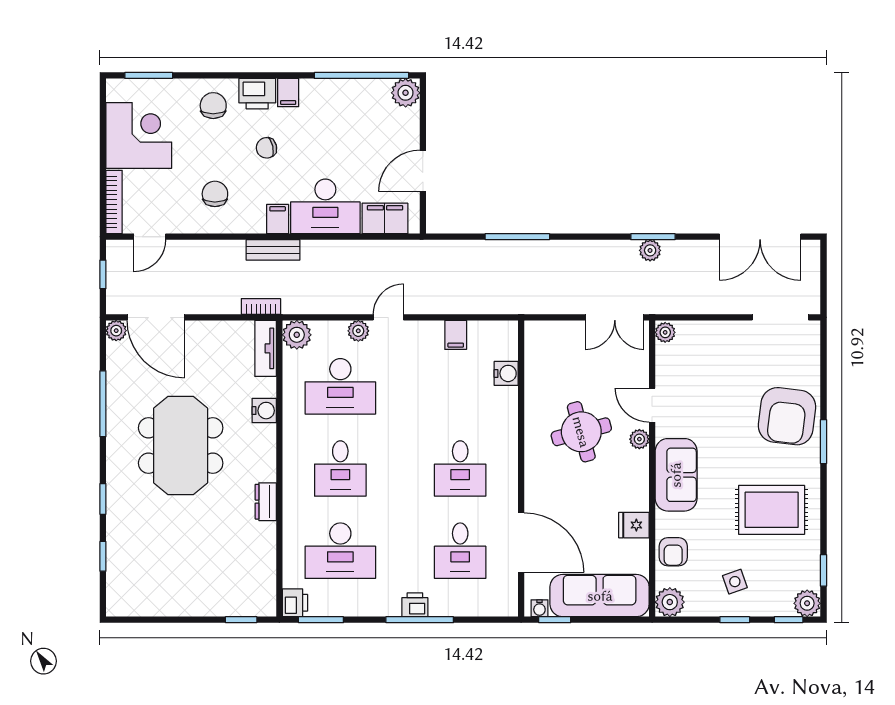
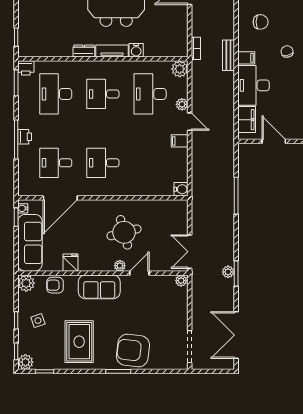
filing cabinet: (456, 335) -> (180, 141), moved
tv unit: (266, 348) -> (112, 51), moved
water cooler: (506, 373) -> (181, 189), moved, turned -90

